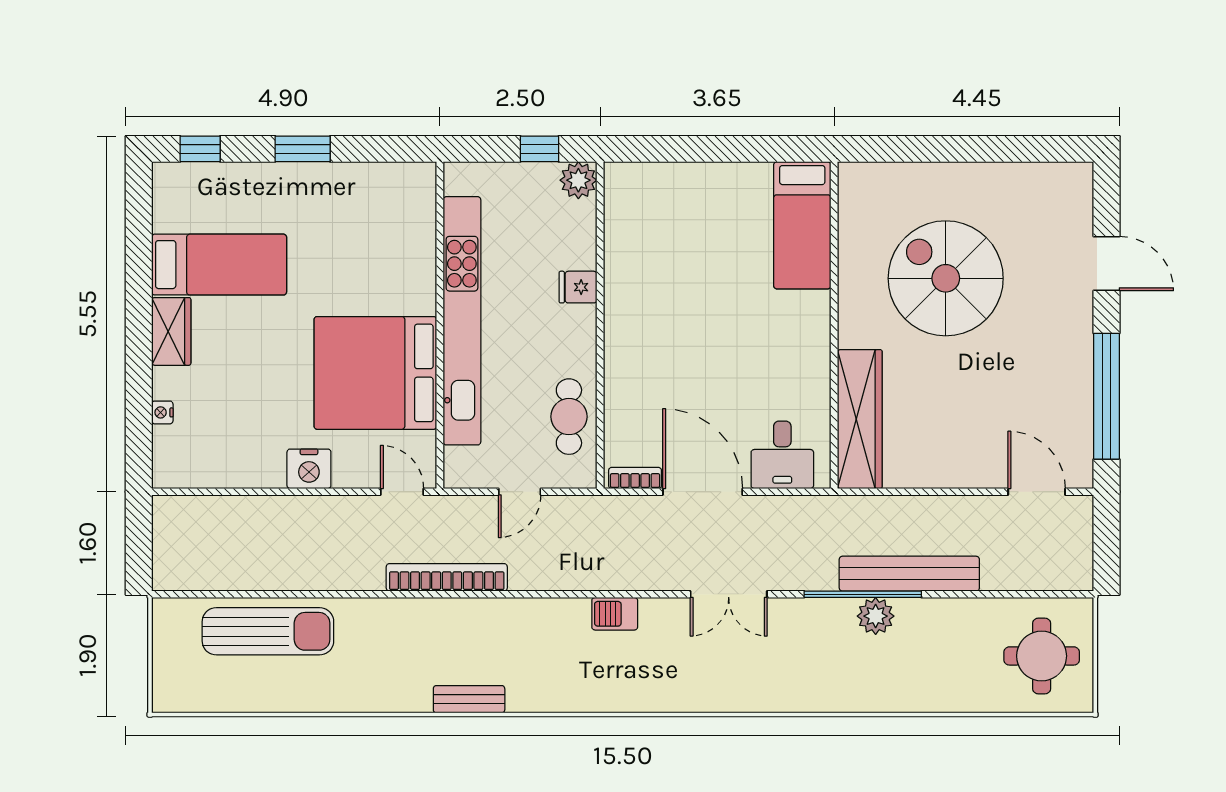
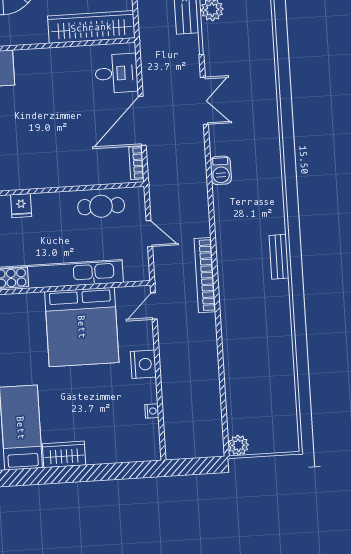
nightstand: (162, 412) -> (152, 411), moved, turned -90
plant: (168, 614) -> (238, 445), added
sun lounger: (268, 631) -> (245, 383), removed

